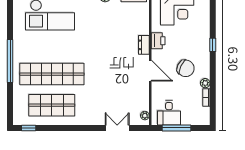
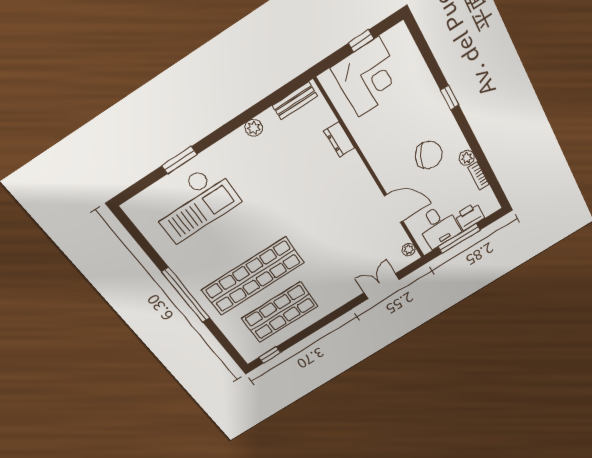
printer: (158, 41) -> (470, 216), moved, turned -90
dresser: (144, 45) -> (339, 139), moved
door: (150, 71) -> (394, 208), moved

